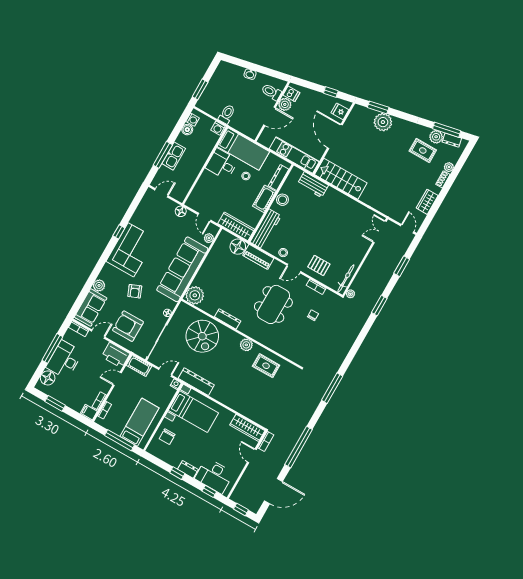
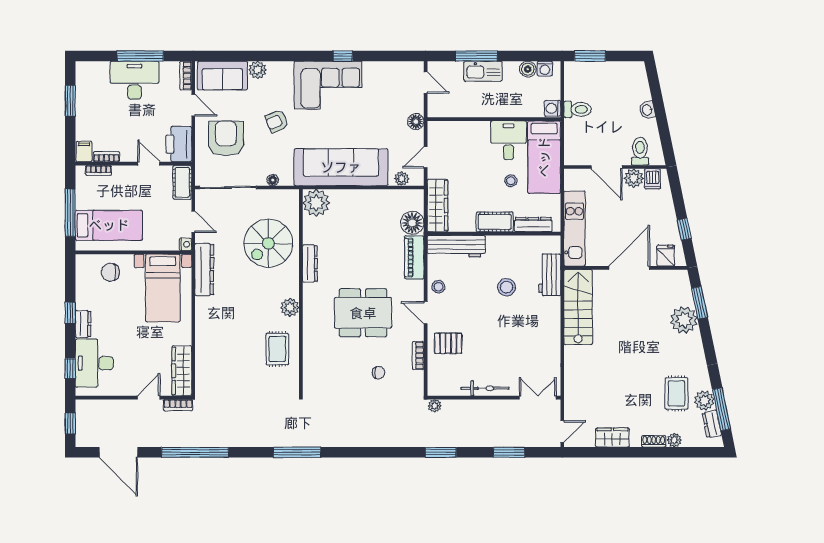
stool: (282, 200) -> (507, 287), moved
pallet: (319, 265) -> (448, 343), turned 90
bicycle: (346, 279) -> (485, 388), moved
floor lamp: (48, 378) -> (98, 72), removed

